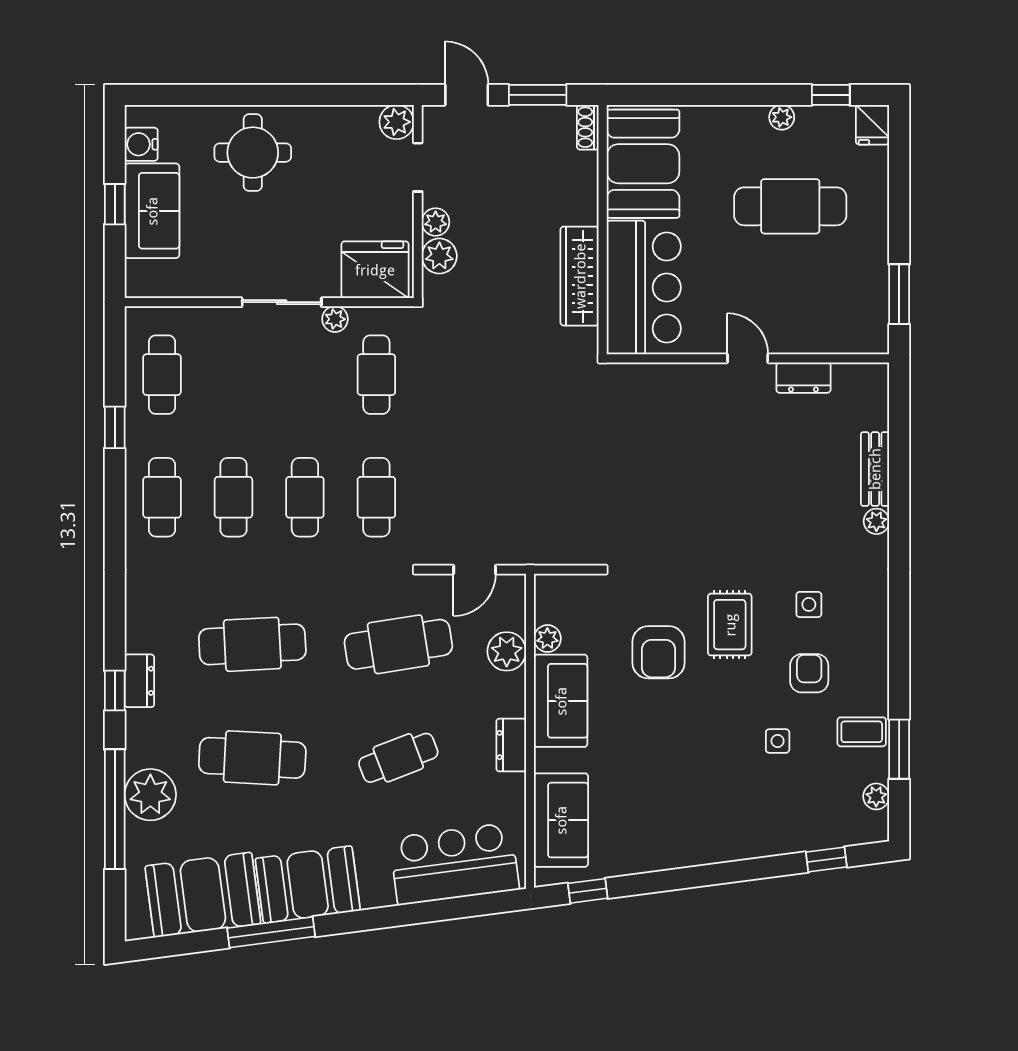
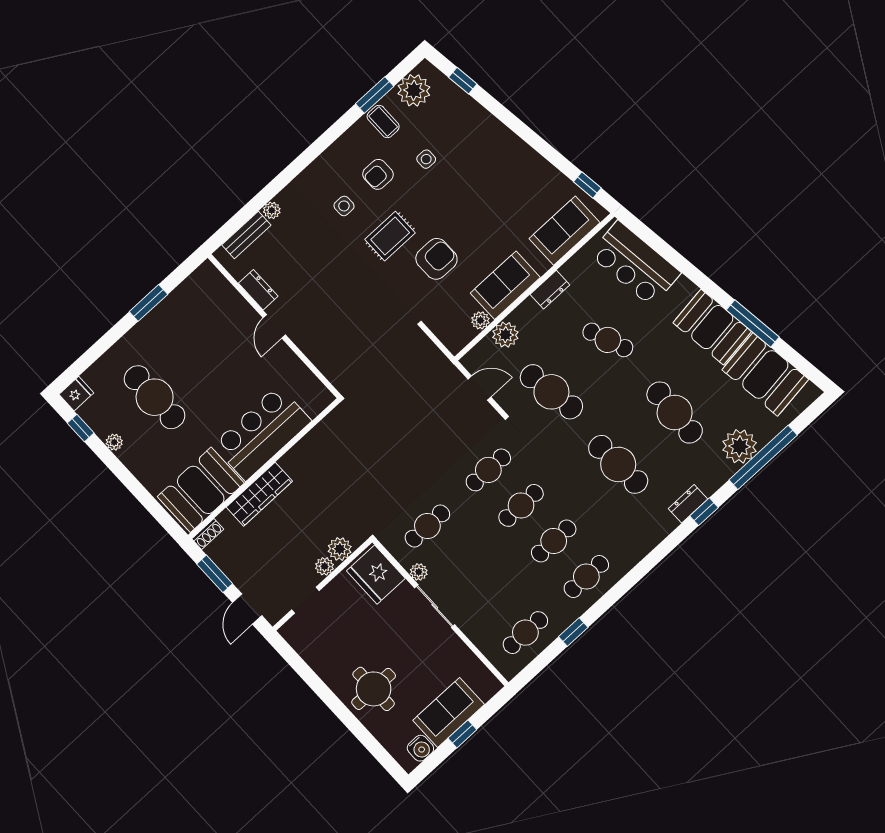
plant: (397, 122) -> (293, 631), removed
wardrobe: (580, 276) -> (259, 494), moved
door: (748, 358) -> (274, 326), moved
wall: (748, 358) -> (274, 326), moved
dresser: (803, 378) -> (258, 290), moved
plant: (876, 796) -> (414, 90), width x1.88, depth x1.88

